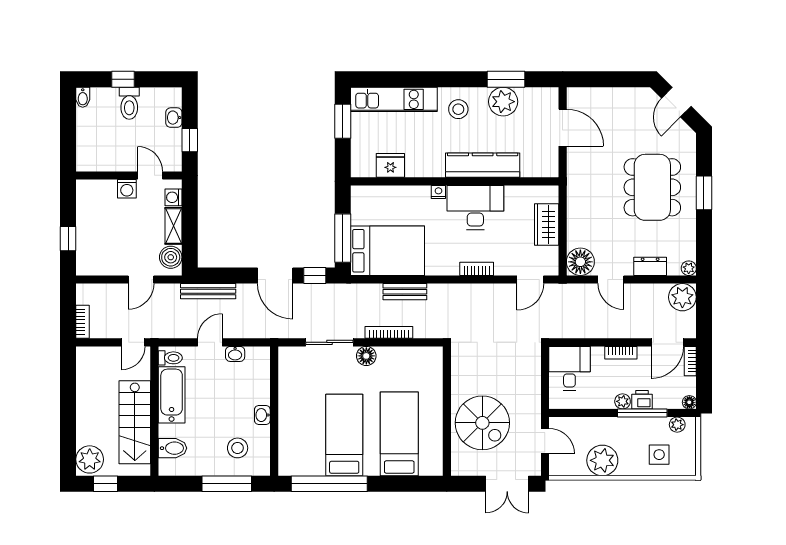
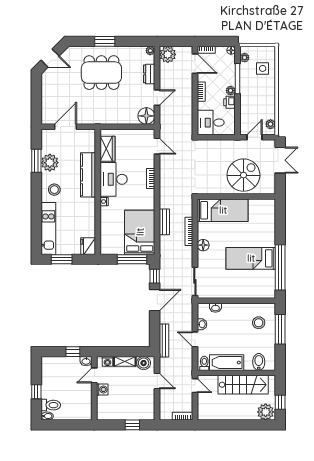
toilet: (129, 103) -> (51, 405), moved
washbasin: (174, 118) -> (86, 361), moved
fridge: (390, 165) -> (88, 246), moved
wardrobe: (547, 225) -> (108, 149), moved, turned -90
sliding door: (329, 342) -> (195, 281), moved
printer: (642, 400) -> (230, 102), moved
washbasin: (262, 415) -> (215, 308), moved
bed: (399, 434) -> (223, 210), moved, turned 180
plant: (602, 460) -> (270, 124), moved, width x0.53, depth x0.53

